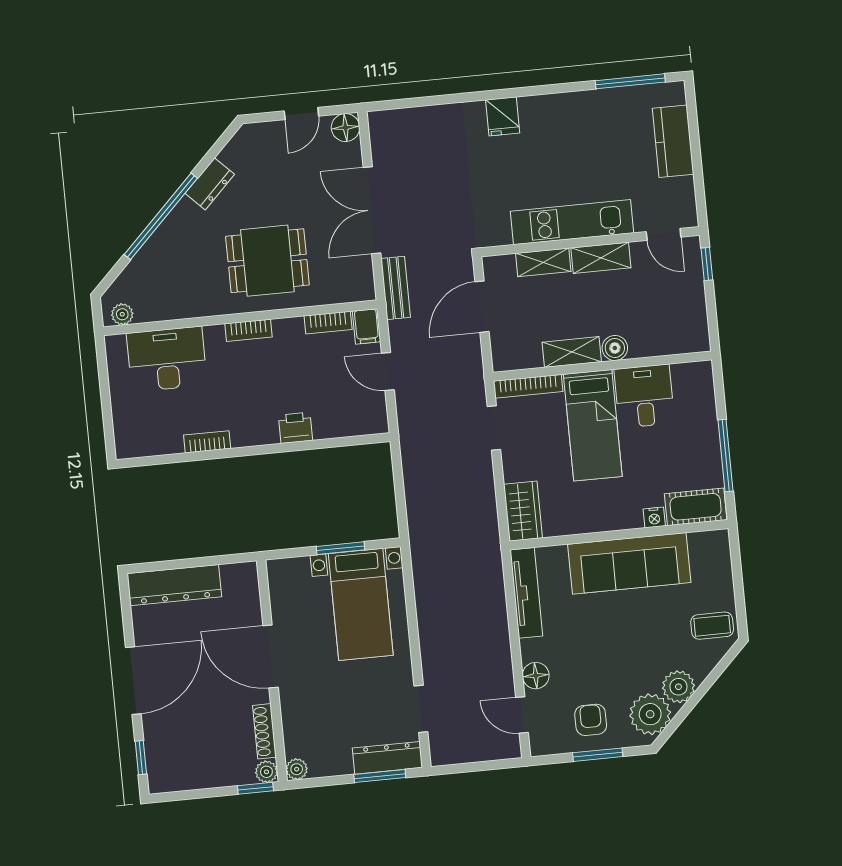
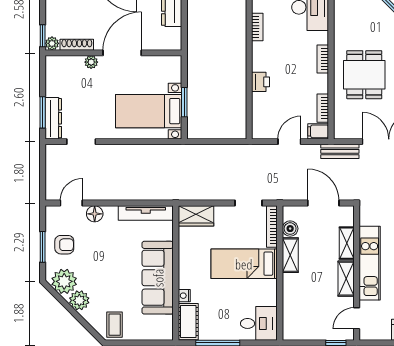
boiler: (615, 348) -> (290, 229), moved
desk: (644, 396) -> (259, 323), moved
plant: (297, 769) -> (91, 62), moved

